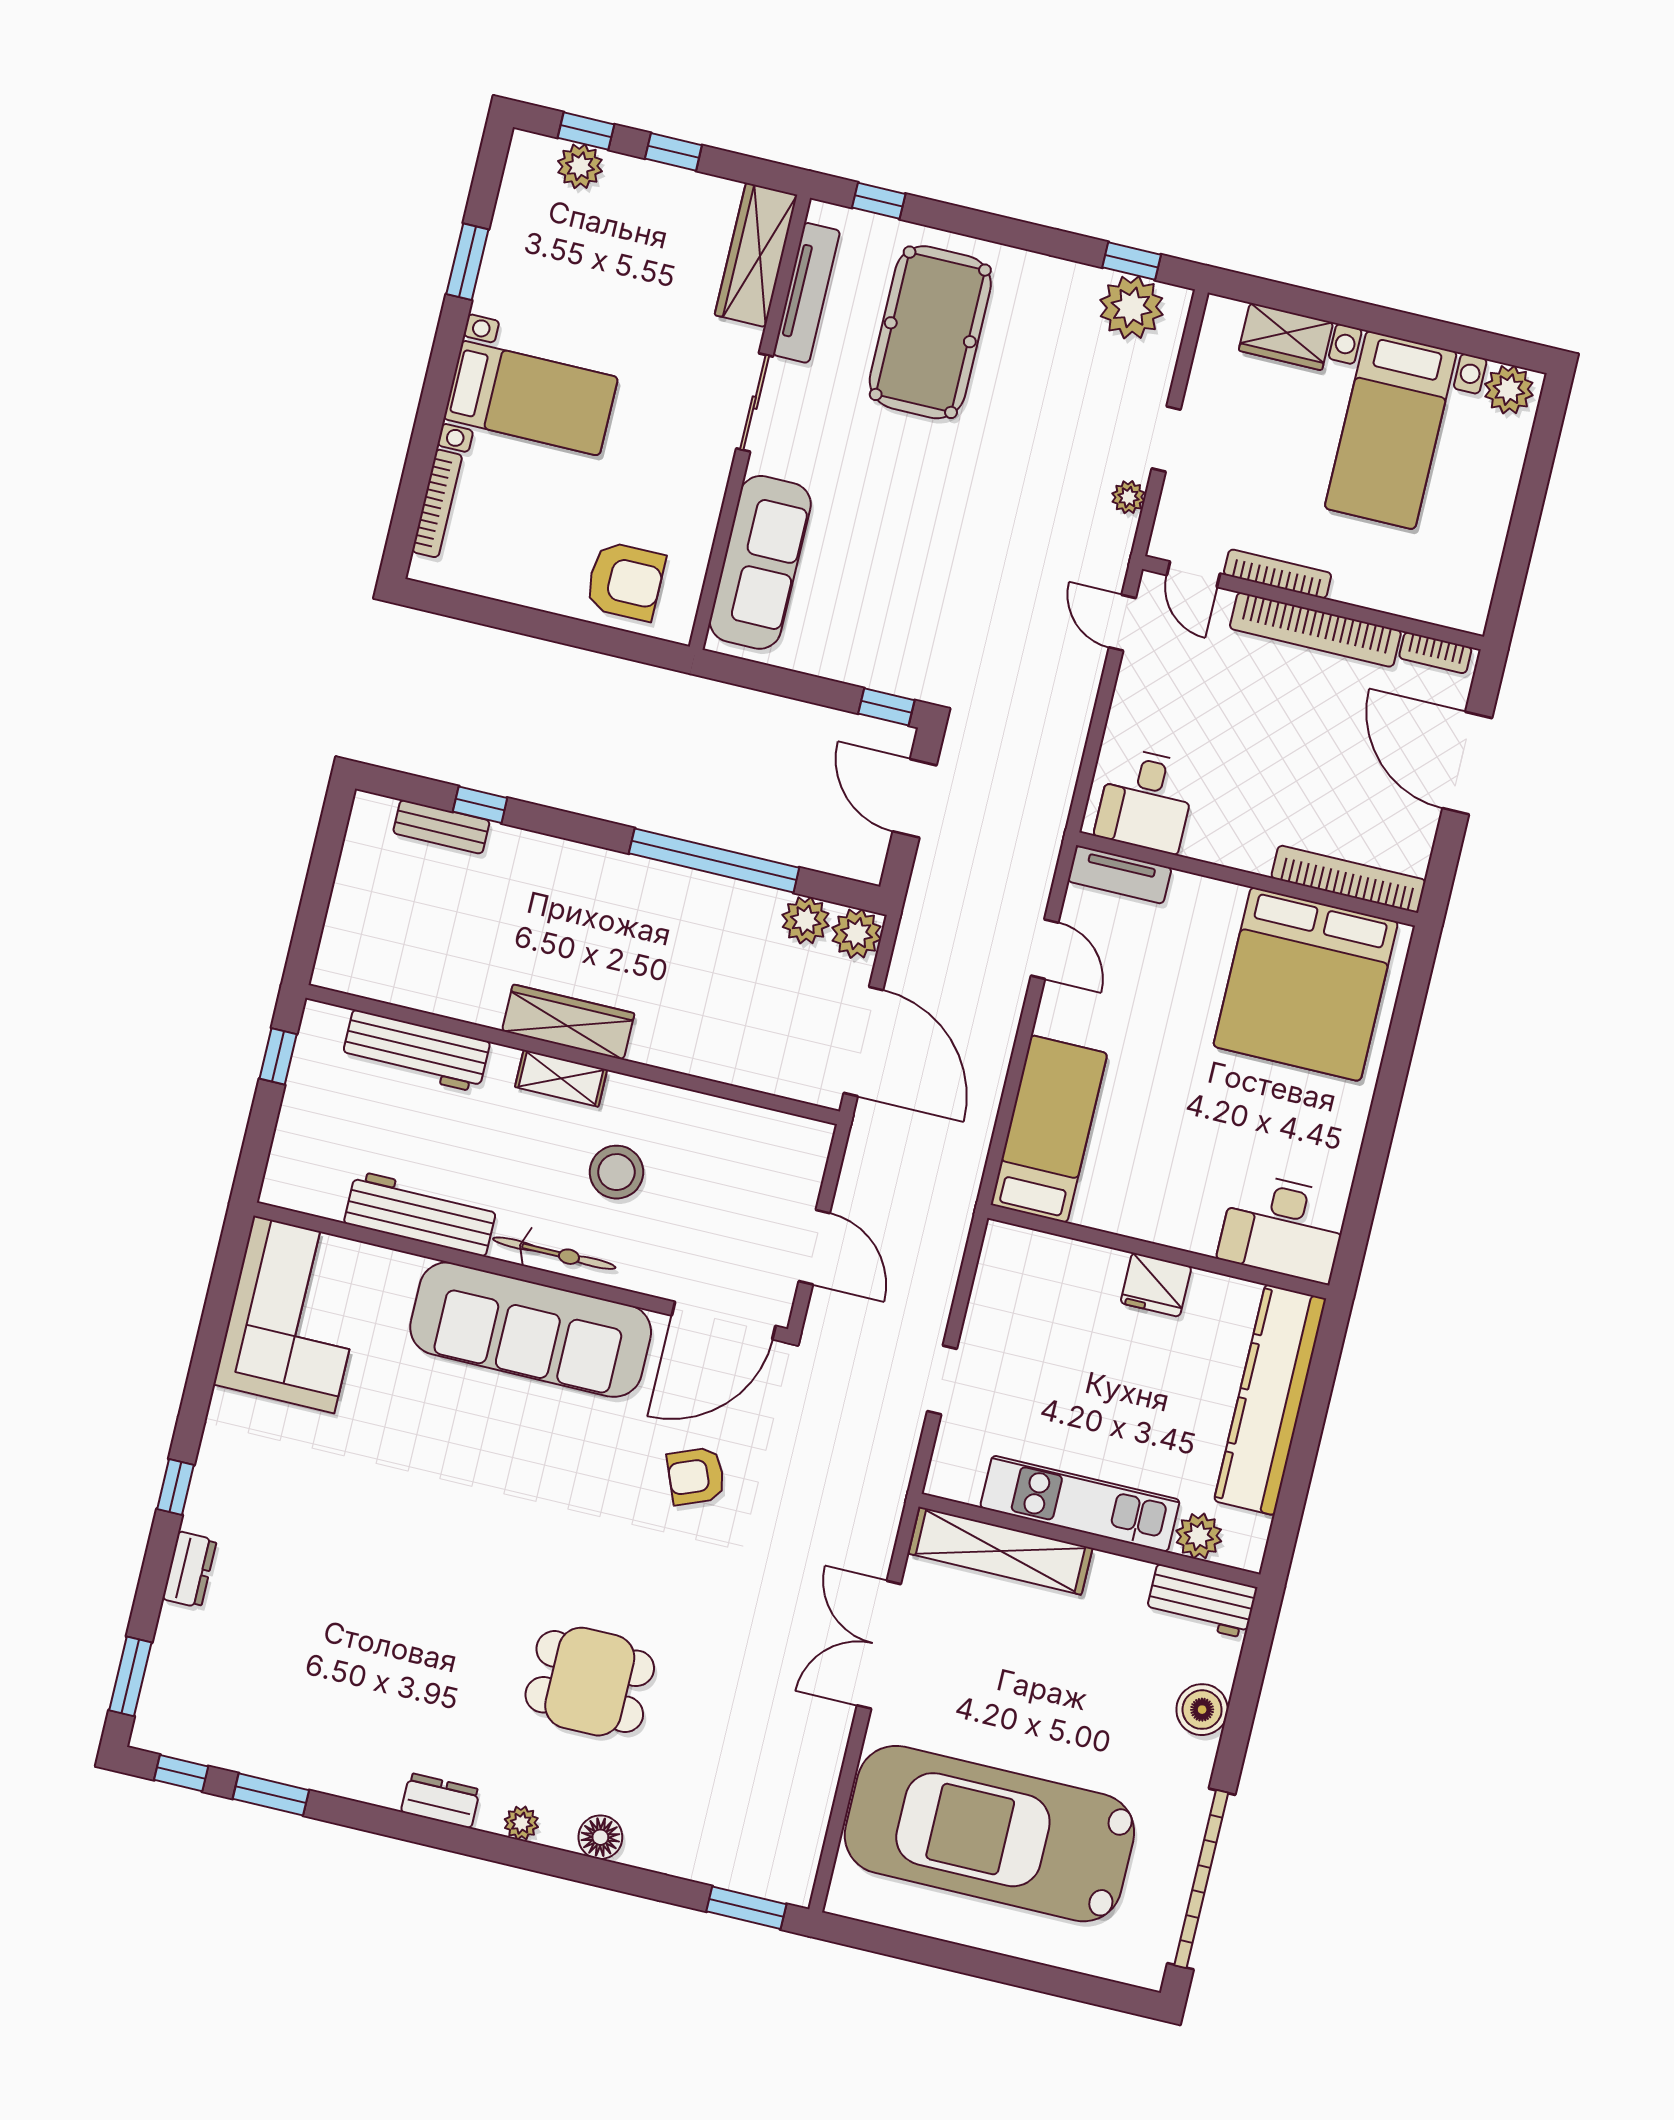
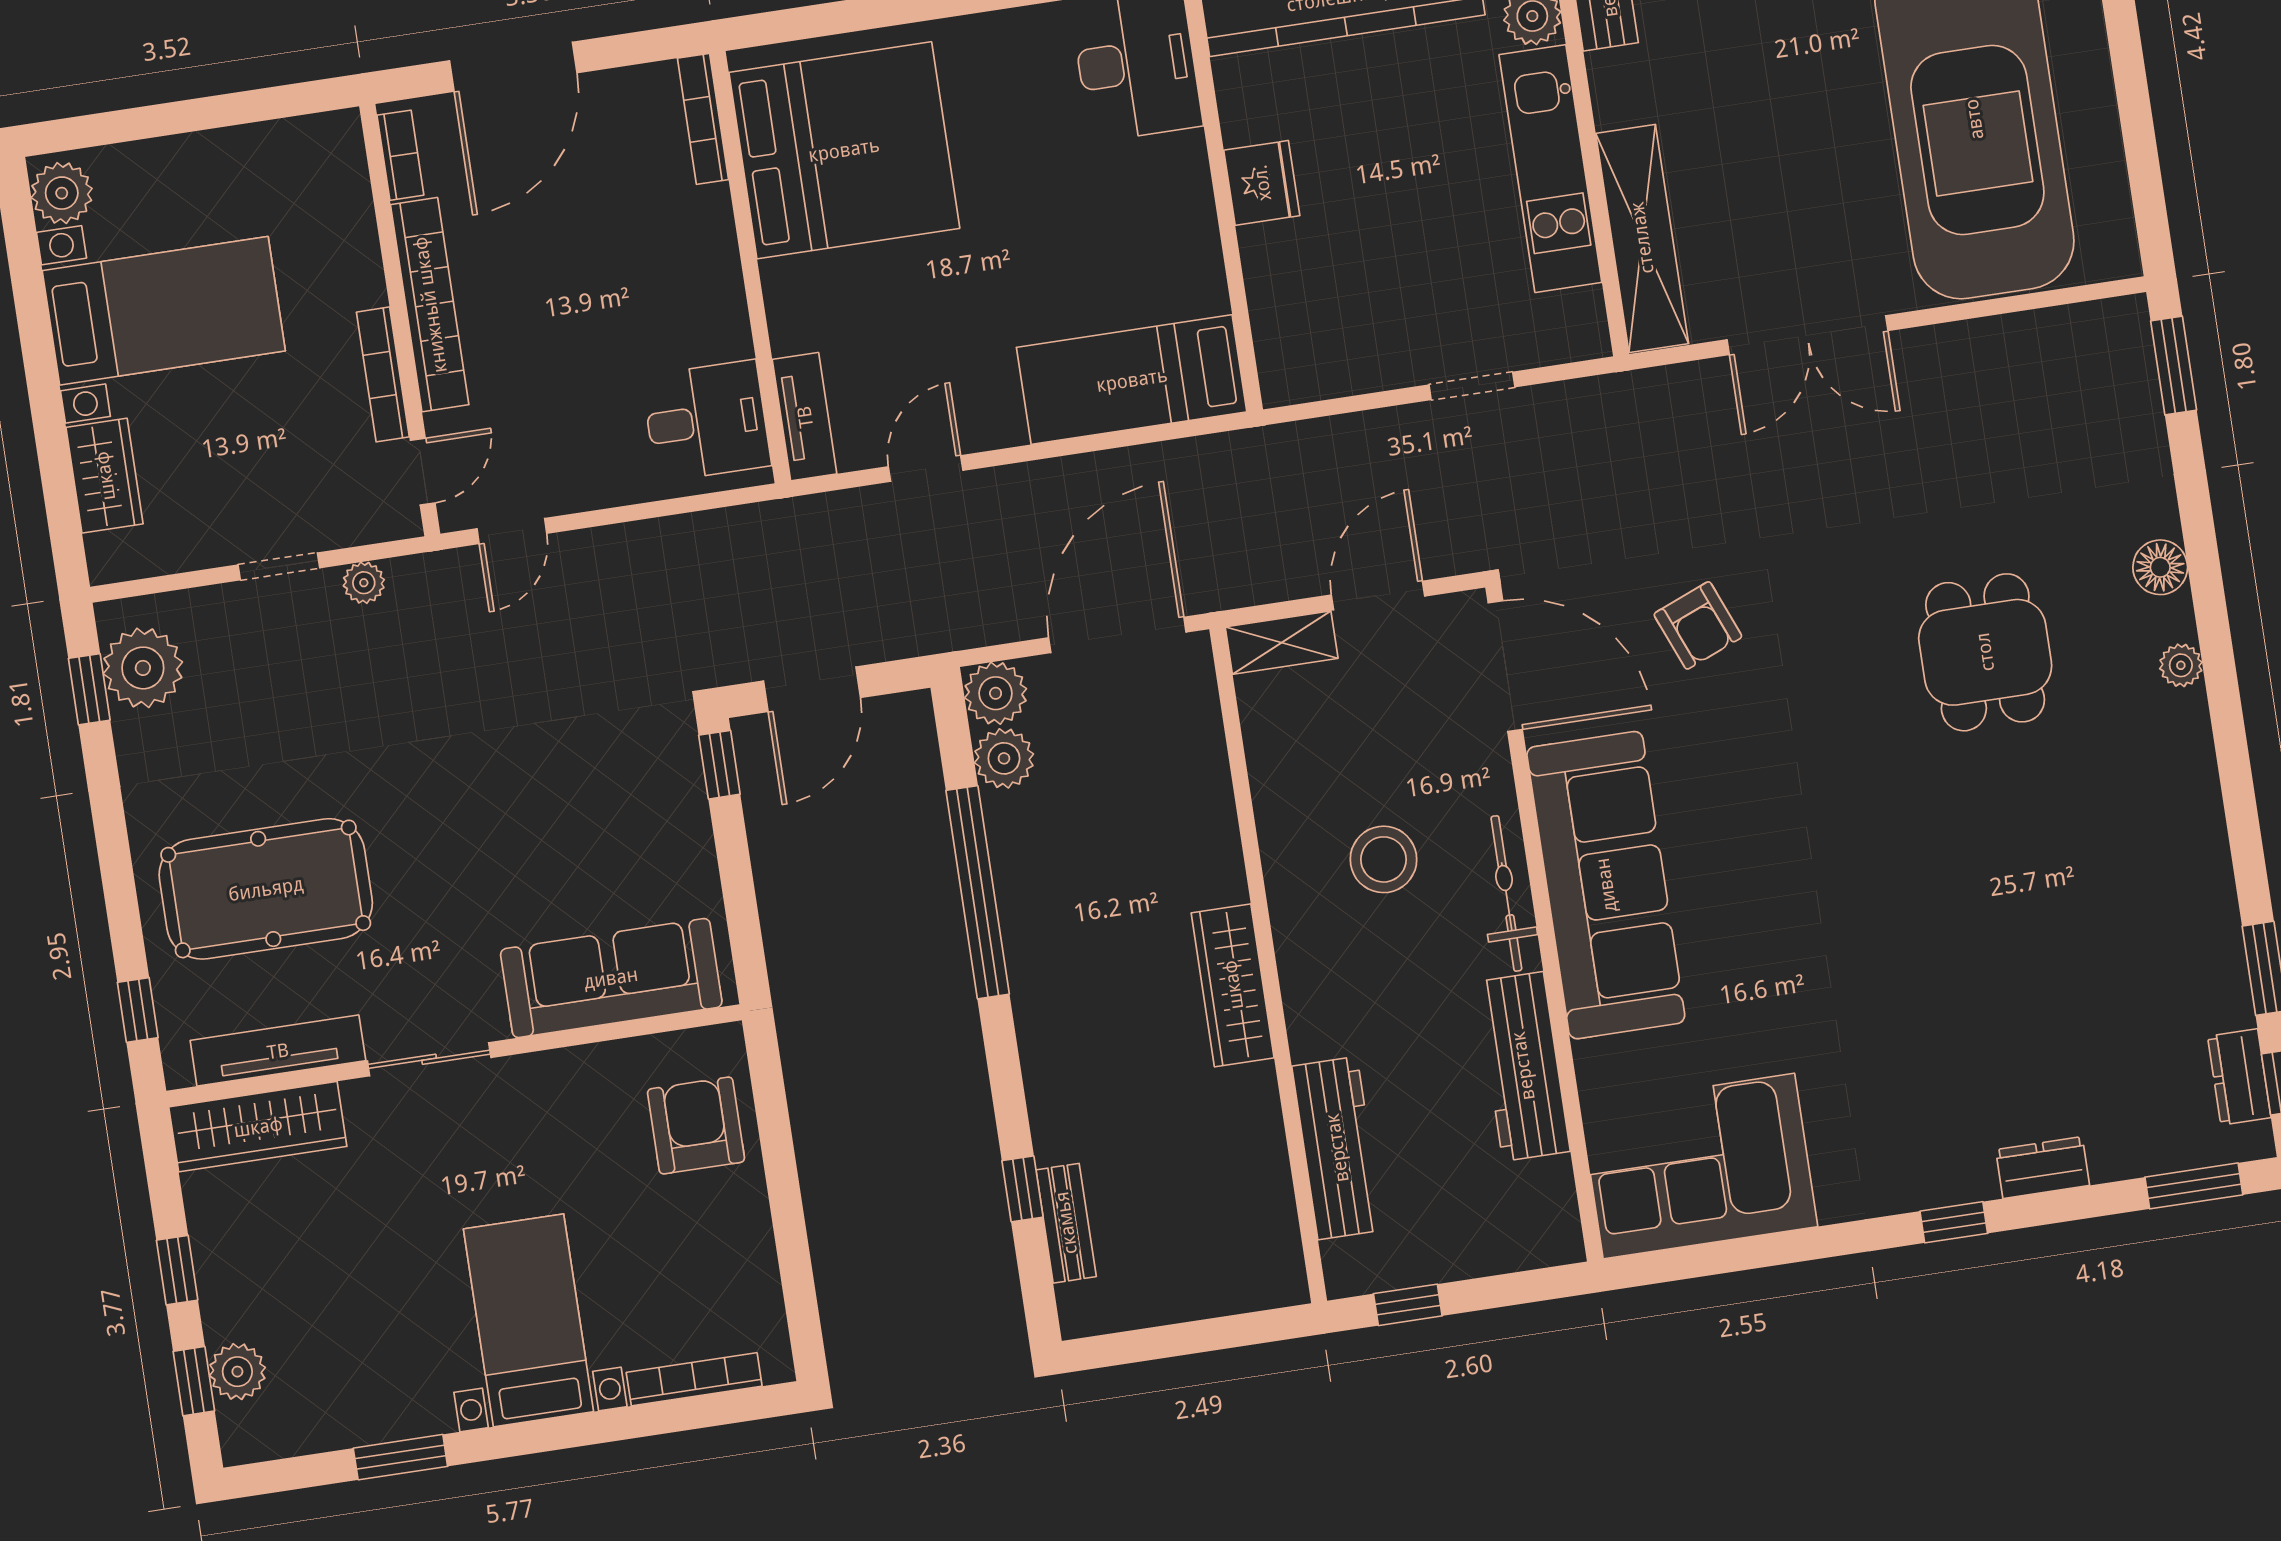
bookcase: (1348, 879) -> (703, 119), width x0.68, depth x0.76
shelving: (561, 1078) -> (1282, 643), moved, turned 90
dresser: (440, 1801) -> (2239, 1077), moved

